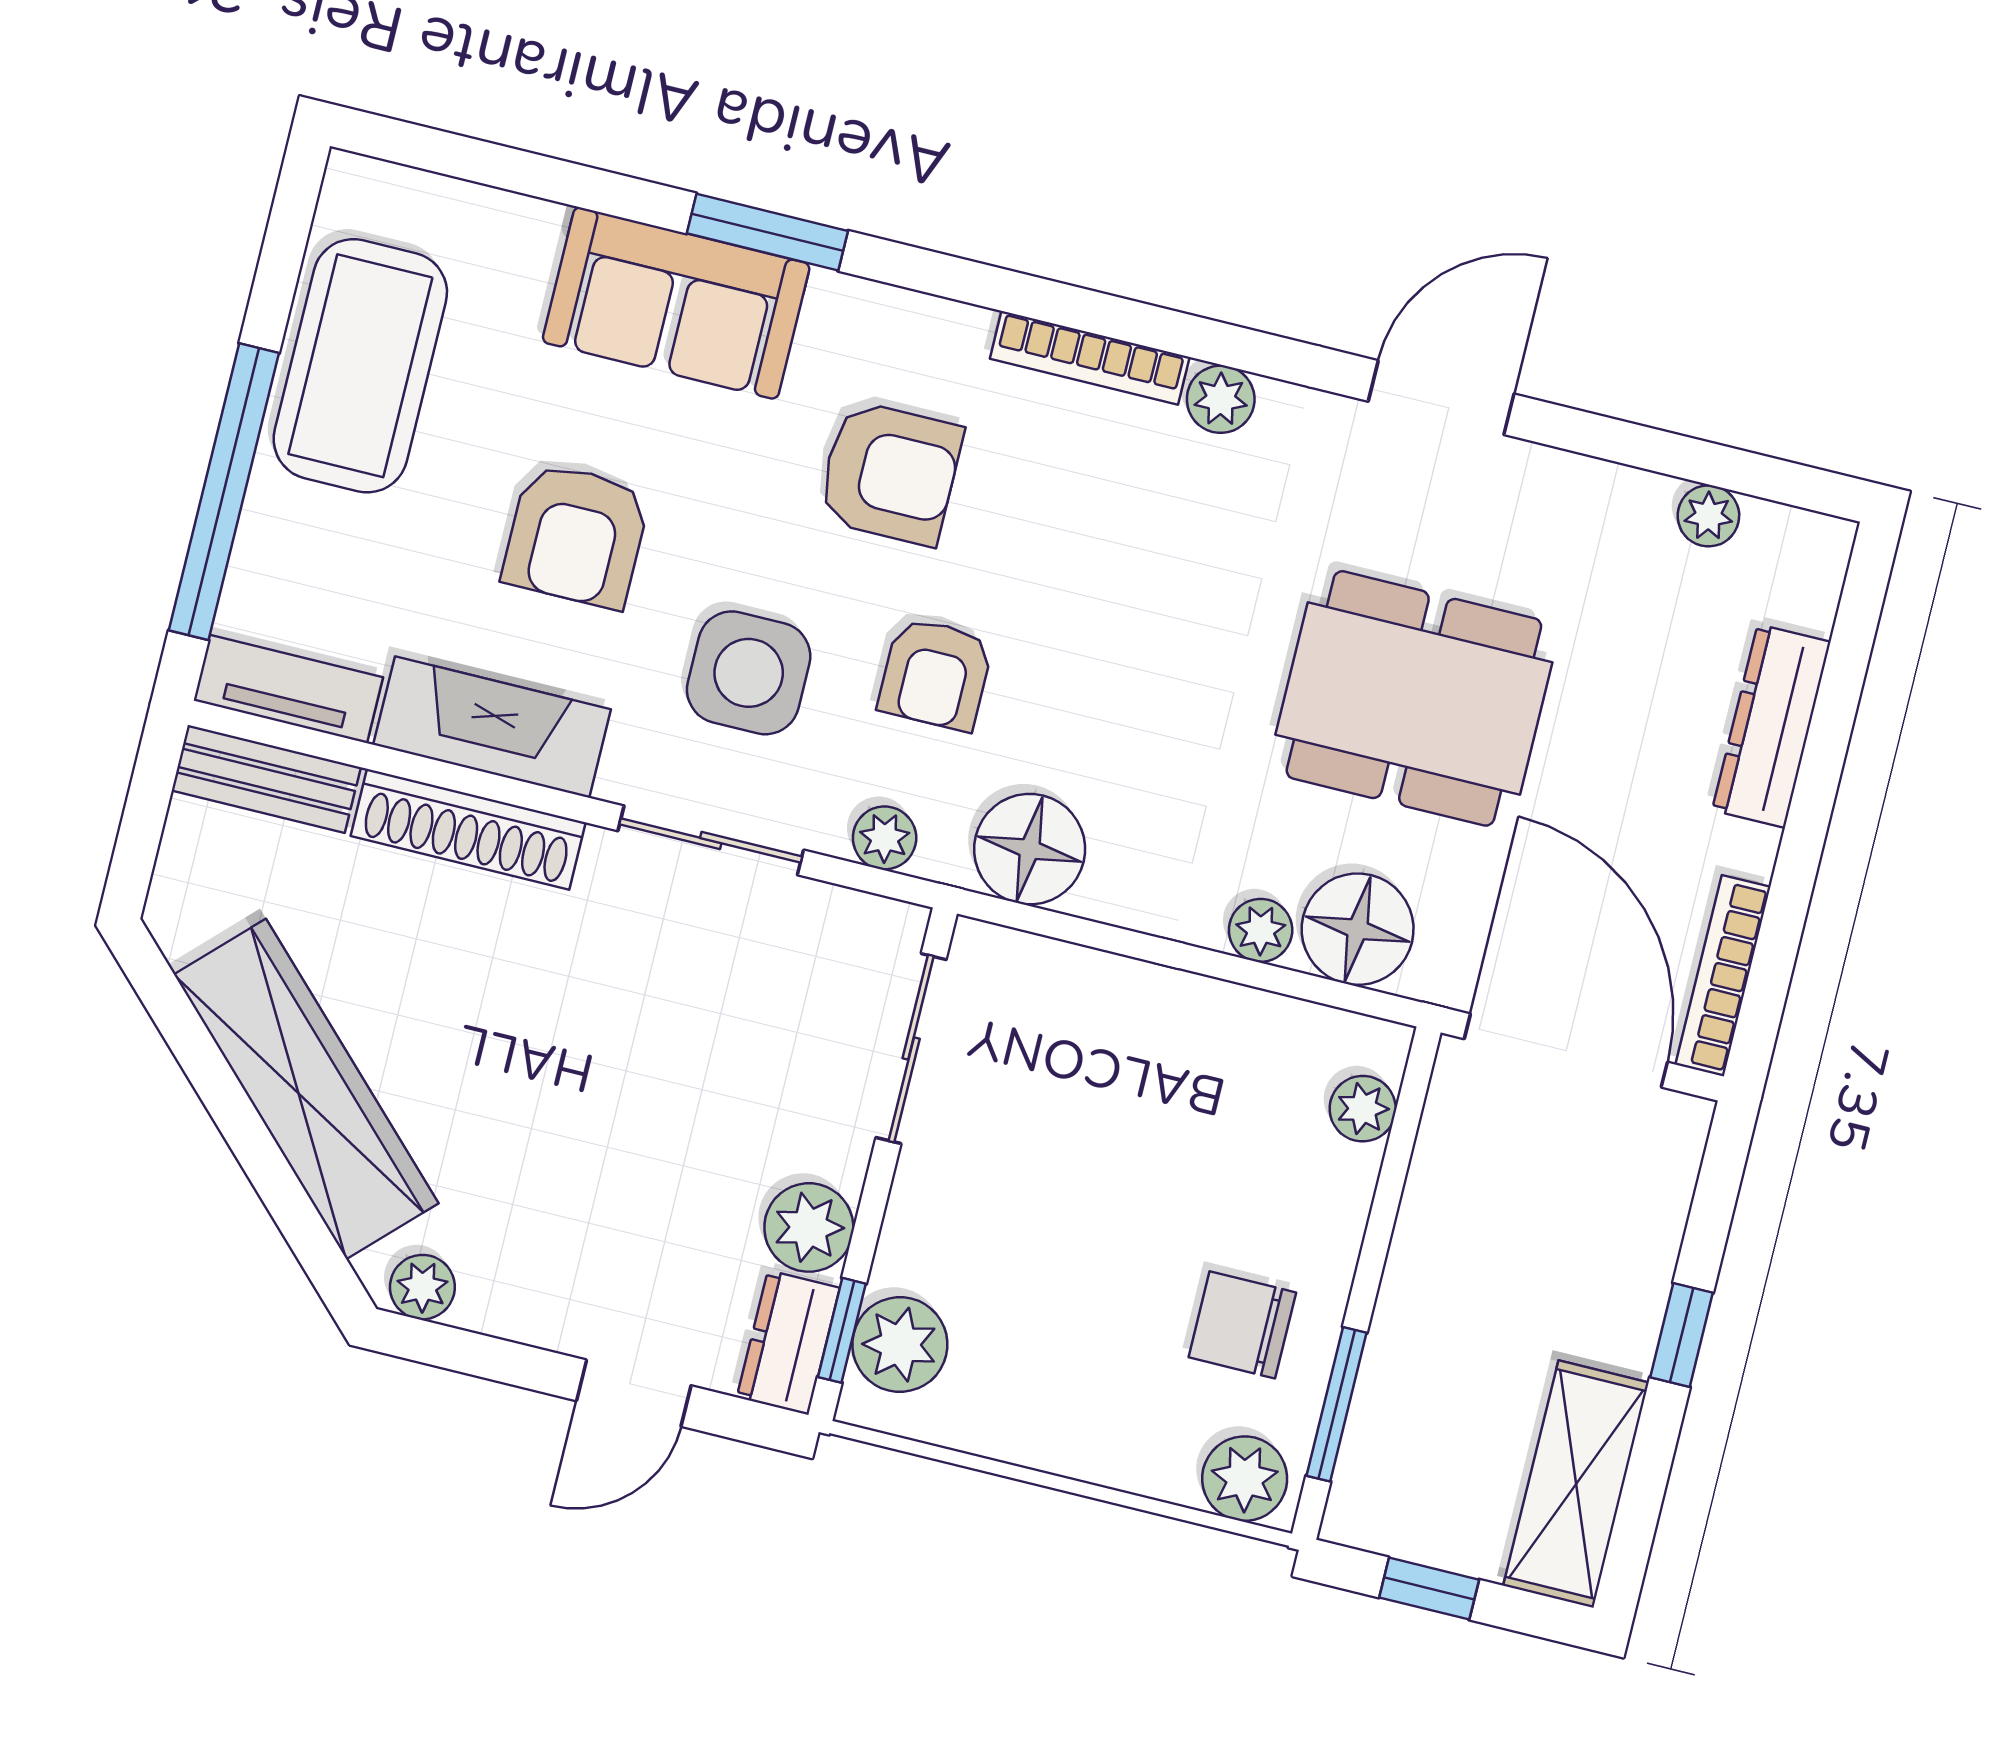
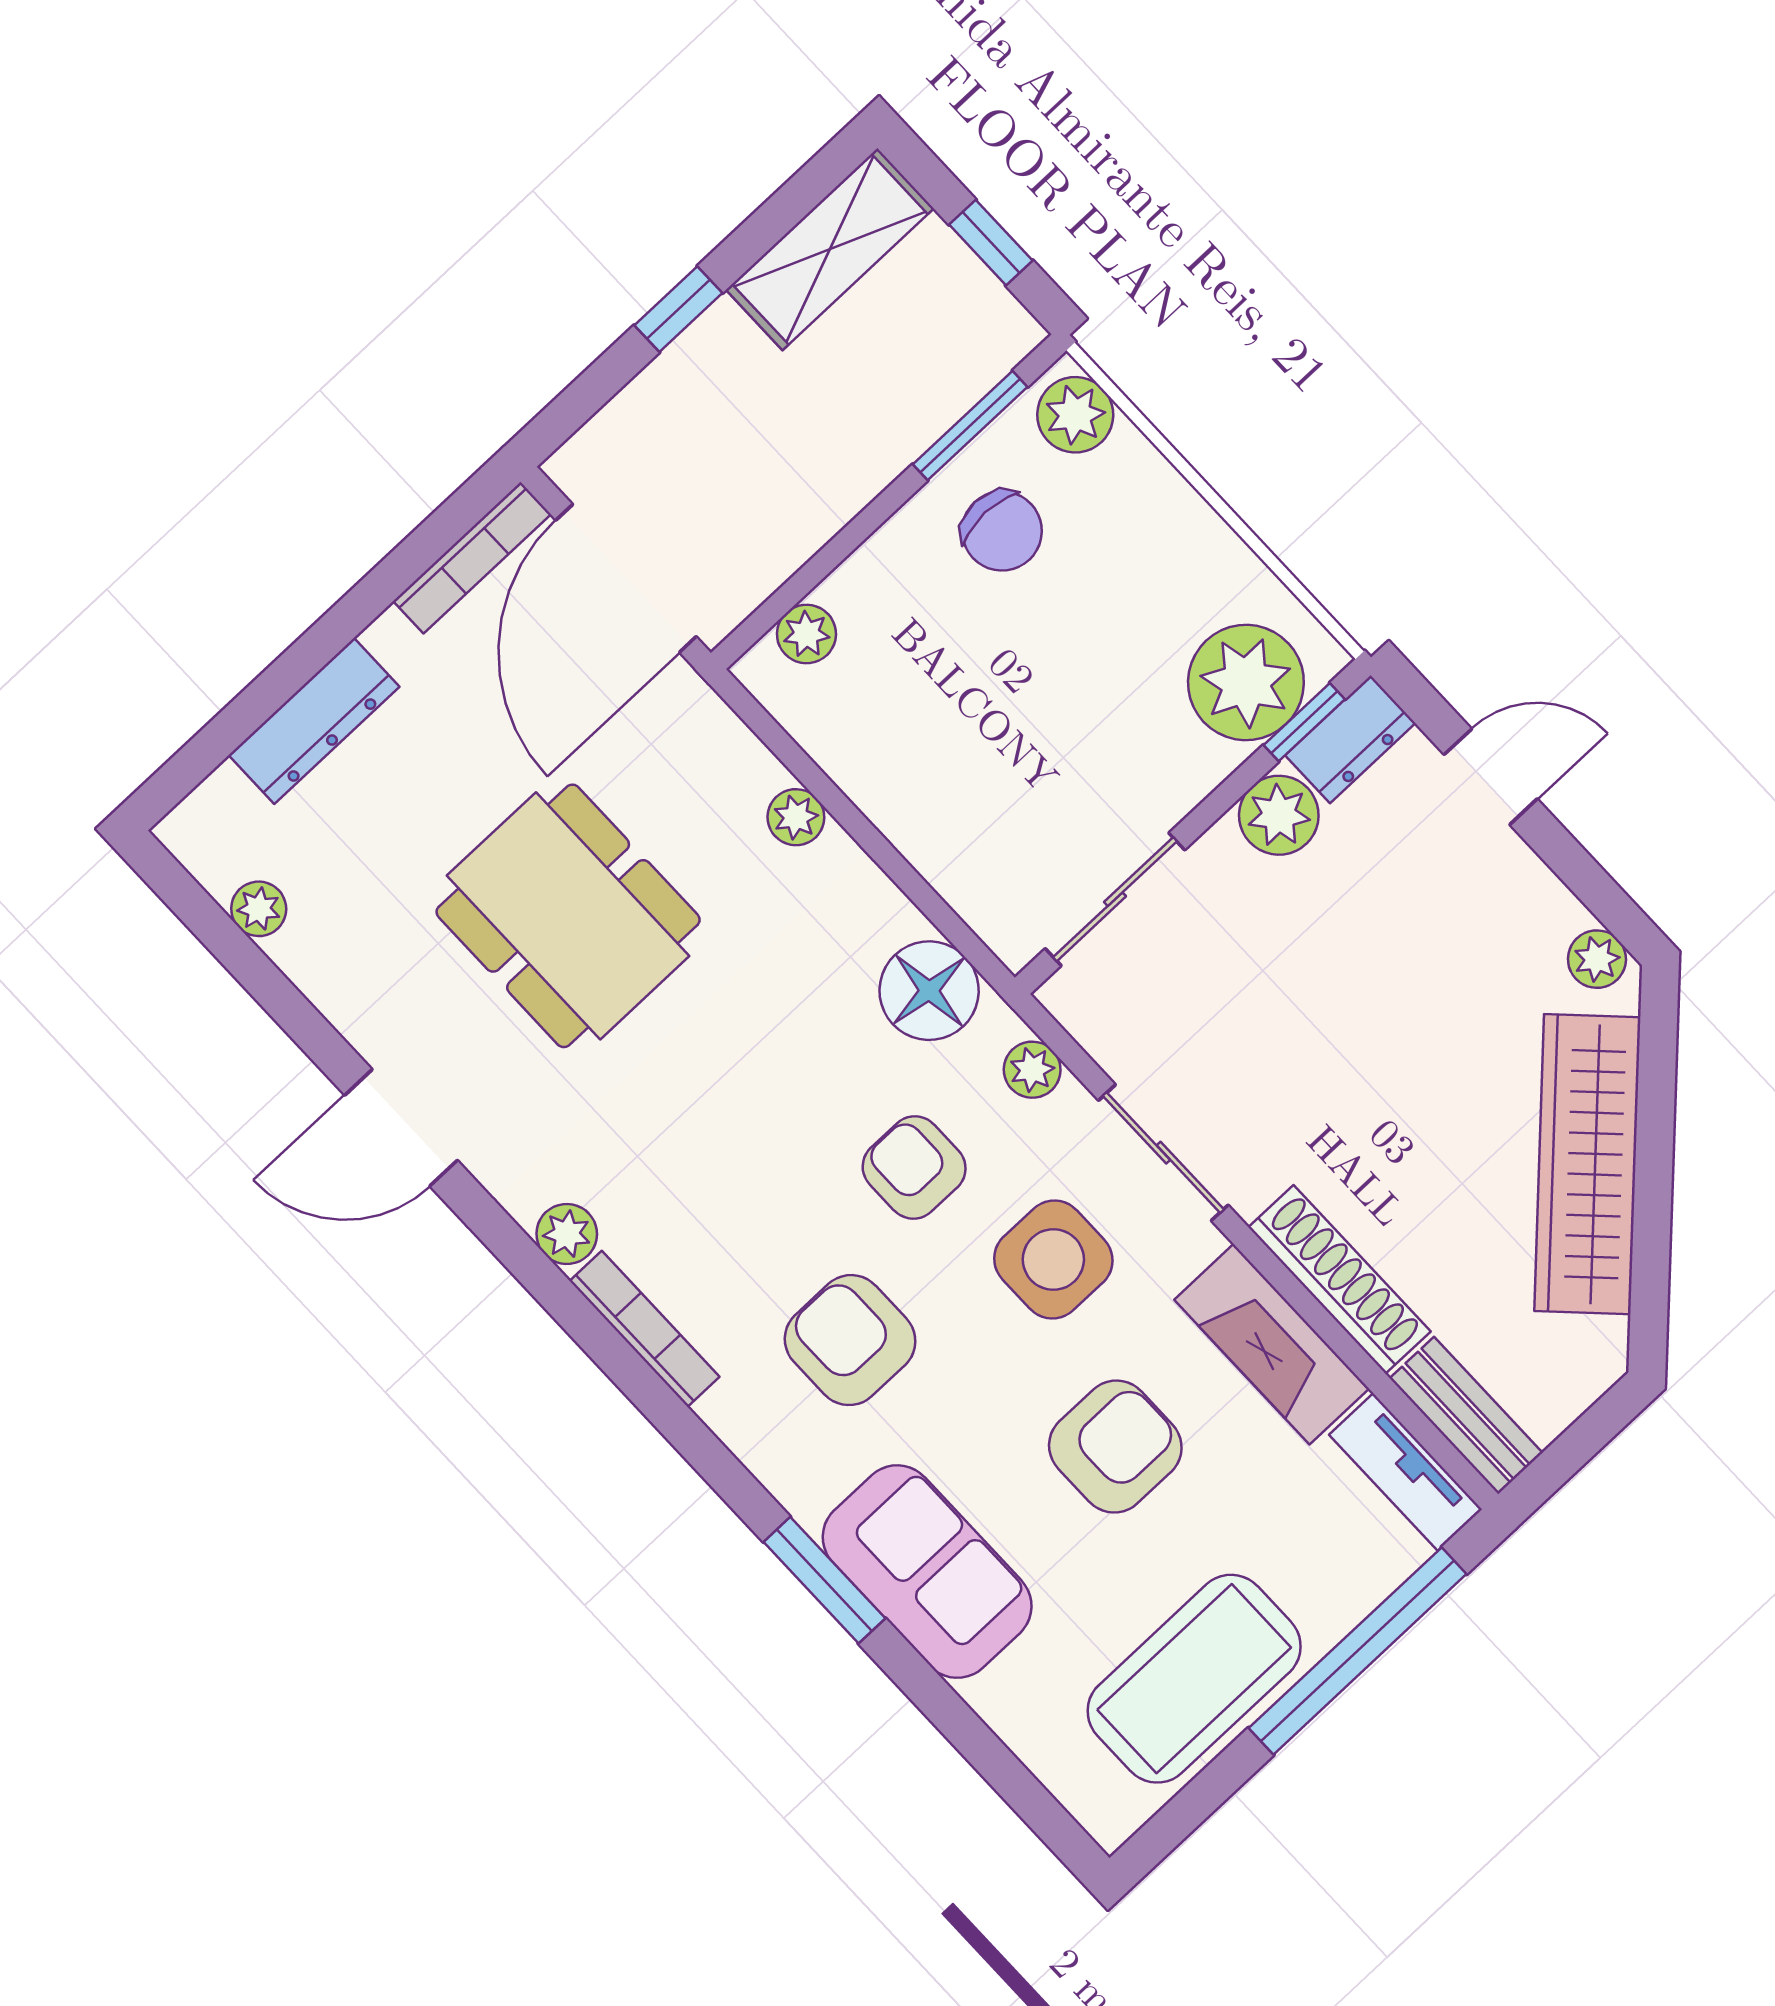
armchair: (936, 674) -> (914, 1167), turned -90
floor lamp: (1358, 929) -> (723, 771), removed
plant: (900, 1344) -> (1246, 683), width x1.36, depth x1.36

